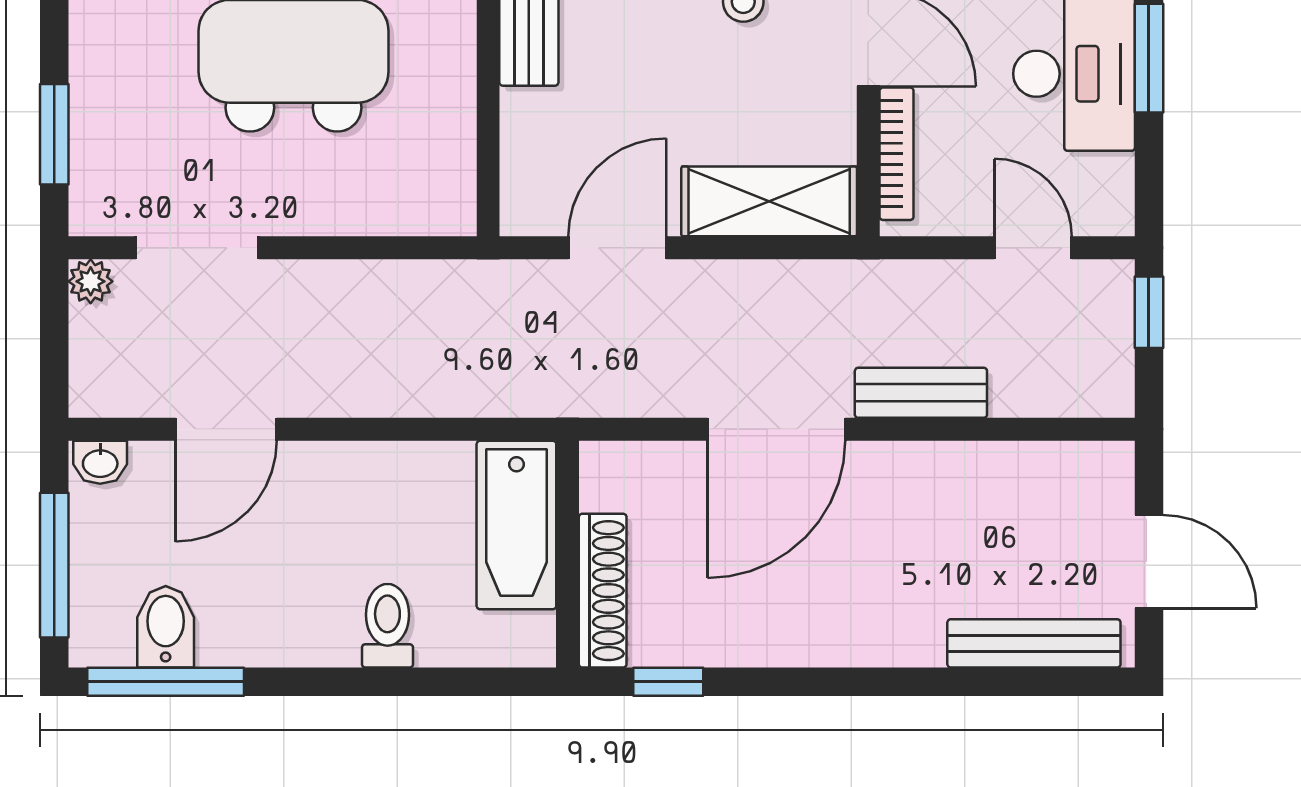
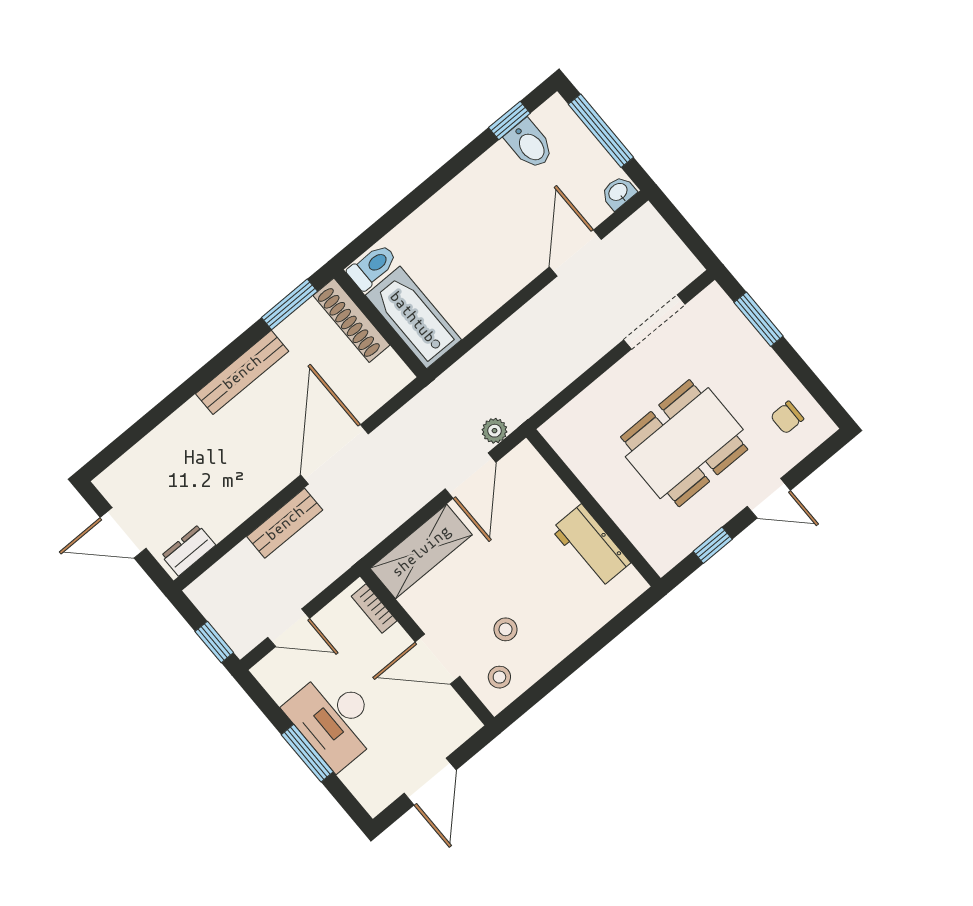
bookcase: (897, 154) -> (374, 608), width x0.64
plant: (91, 281) -> (495, 431), moved
dresser: (1081, 465) -> (188, 550), added
toilet: (387, 626) -> (372, 267), moved, turned -90
bench: (1034, 643) -> (242, 372), moved
window: (166, 682) -> (509, 120), width x0.46
window: (668, 682) -> (289, 304), width x1.50

